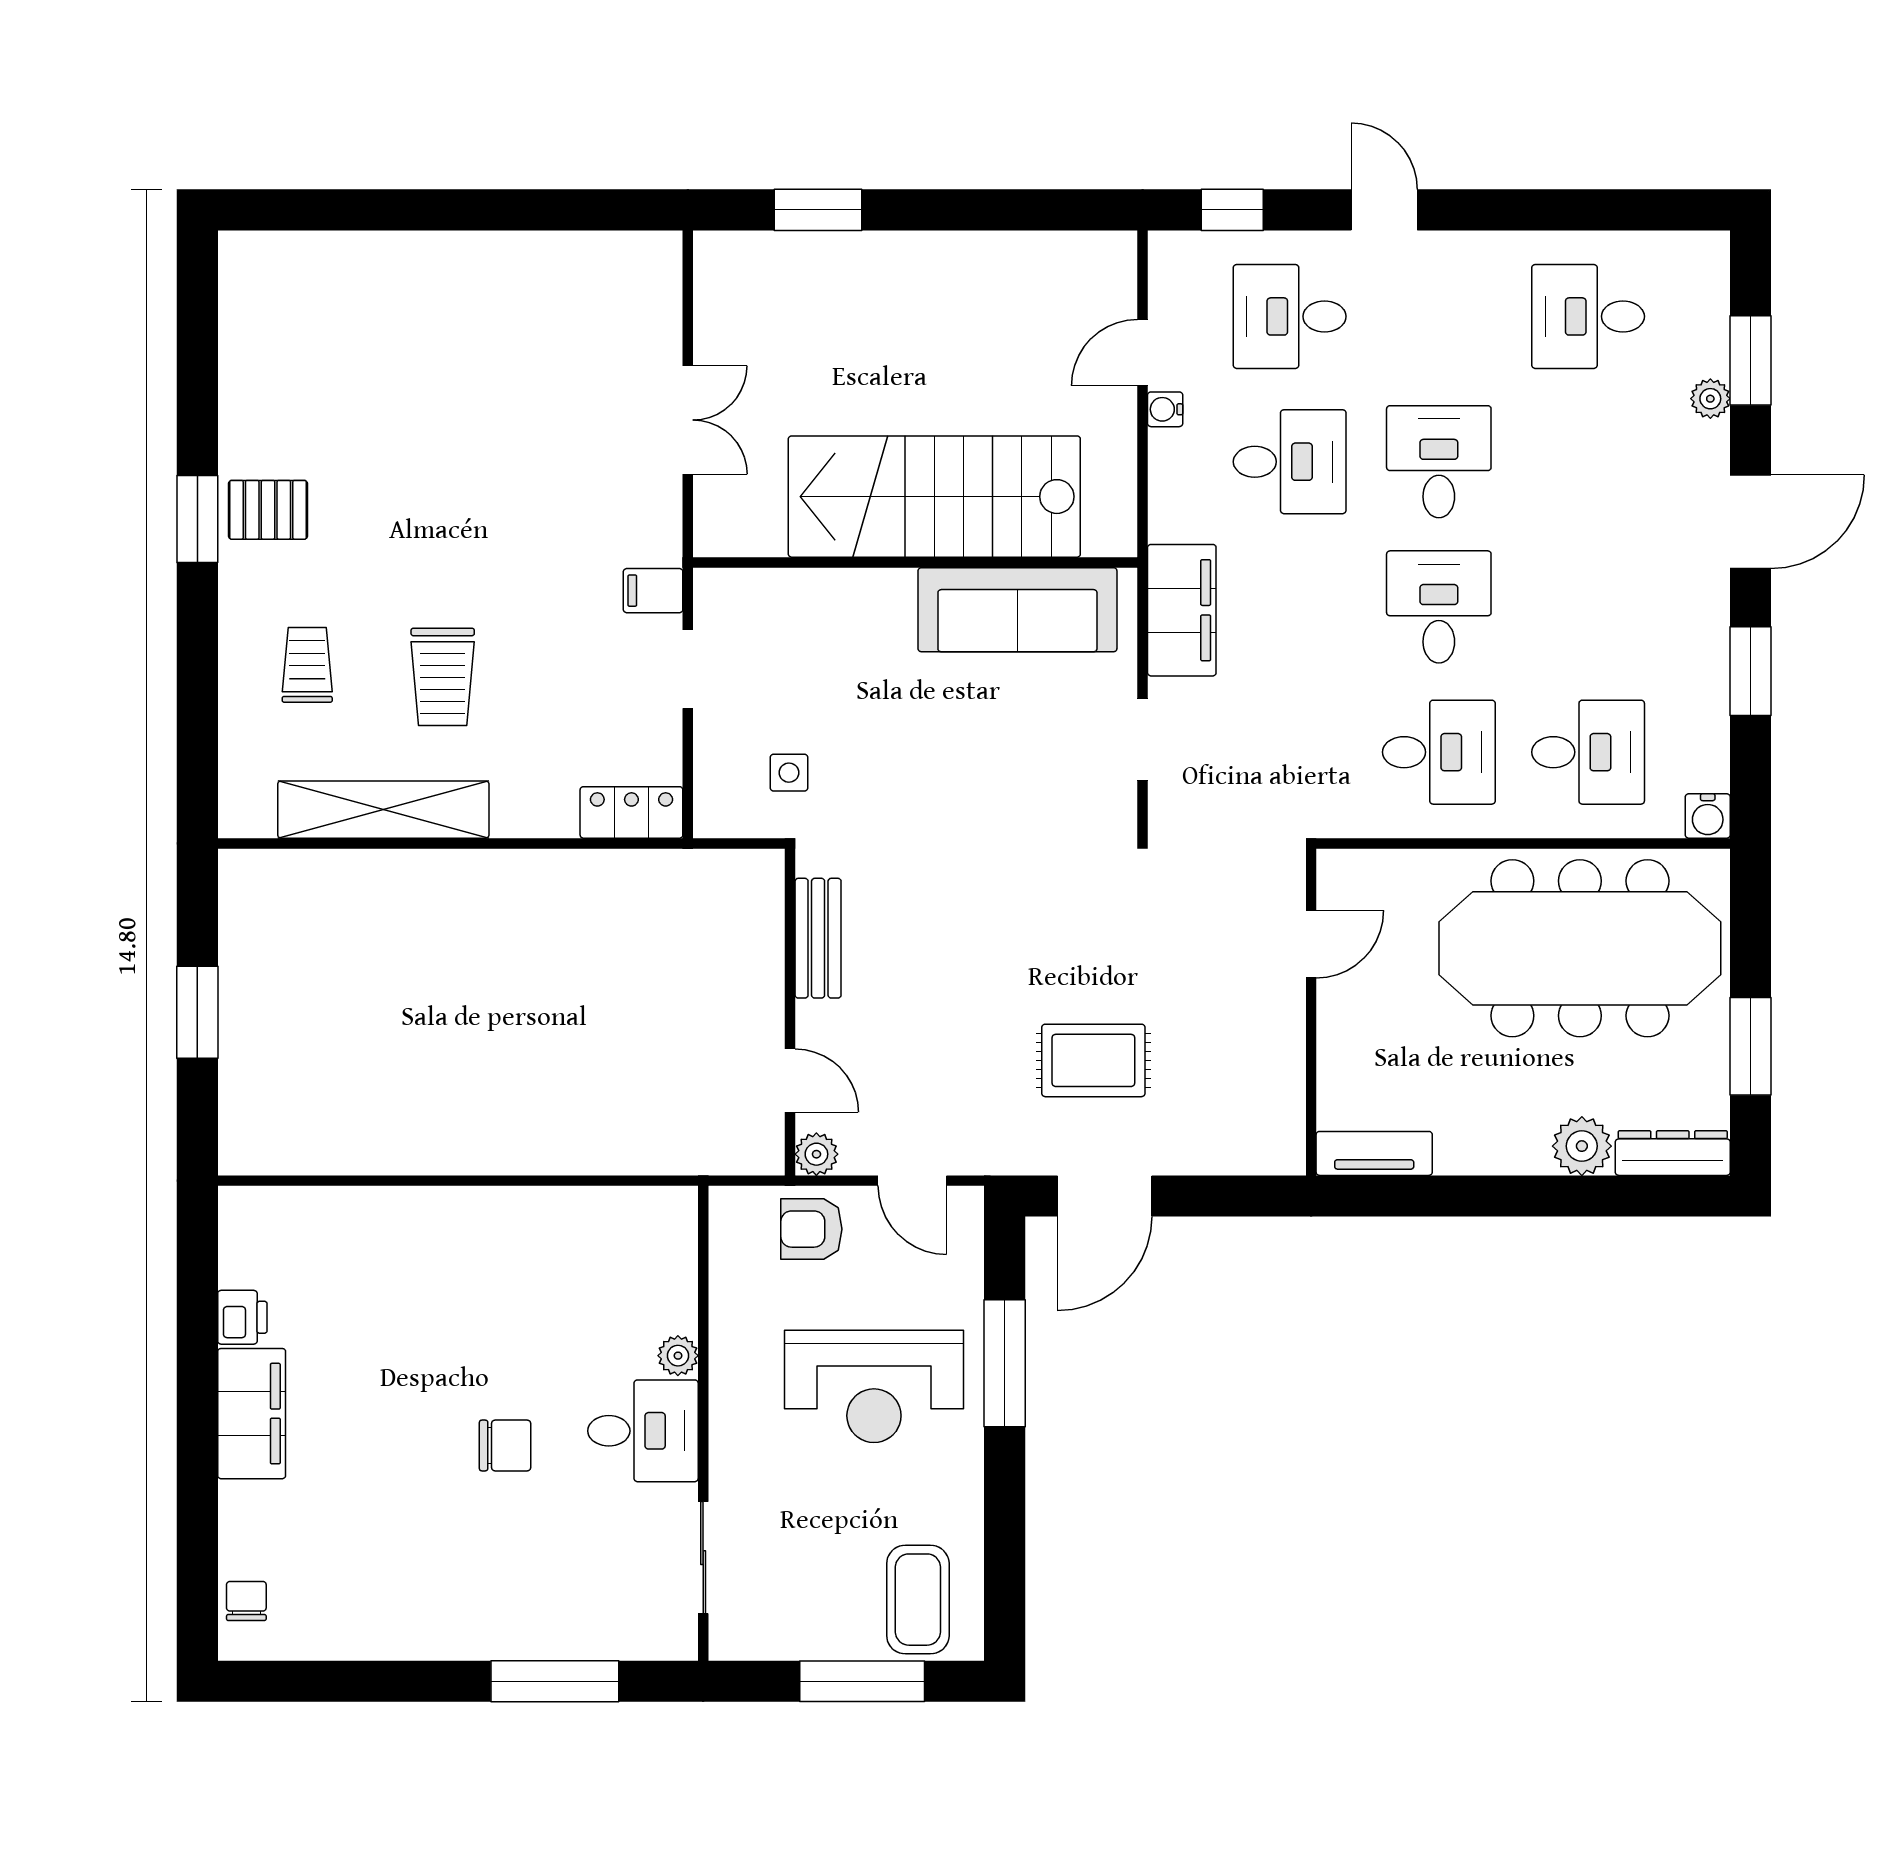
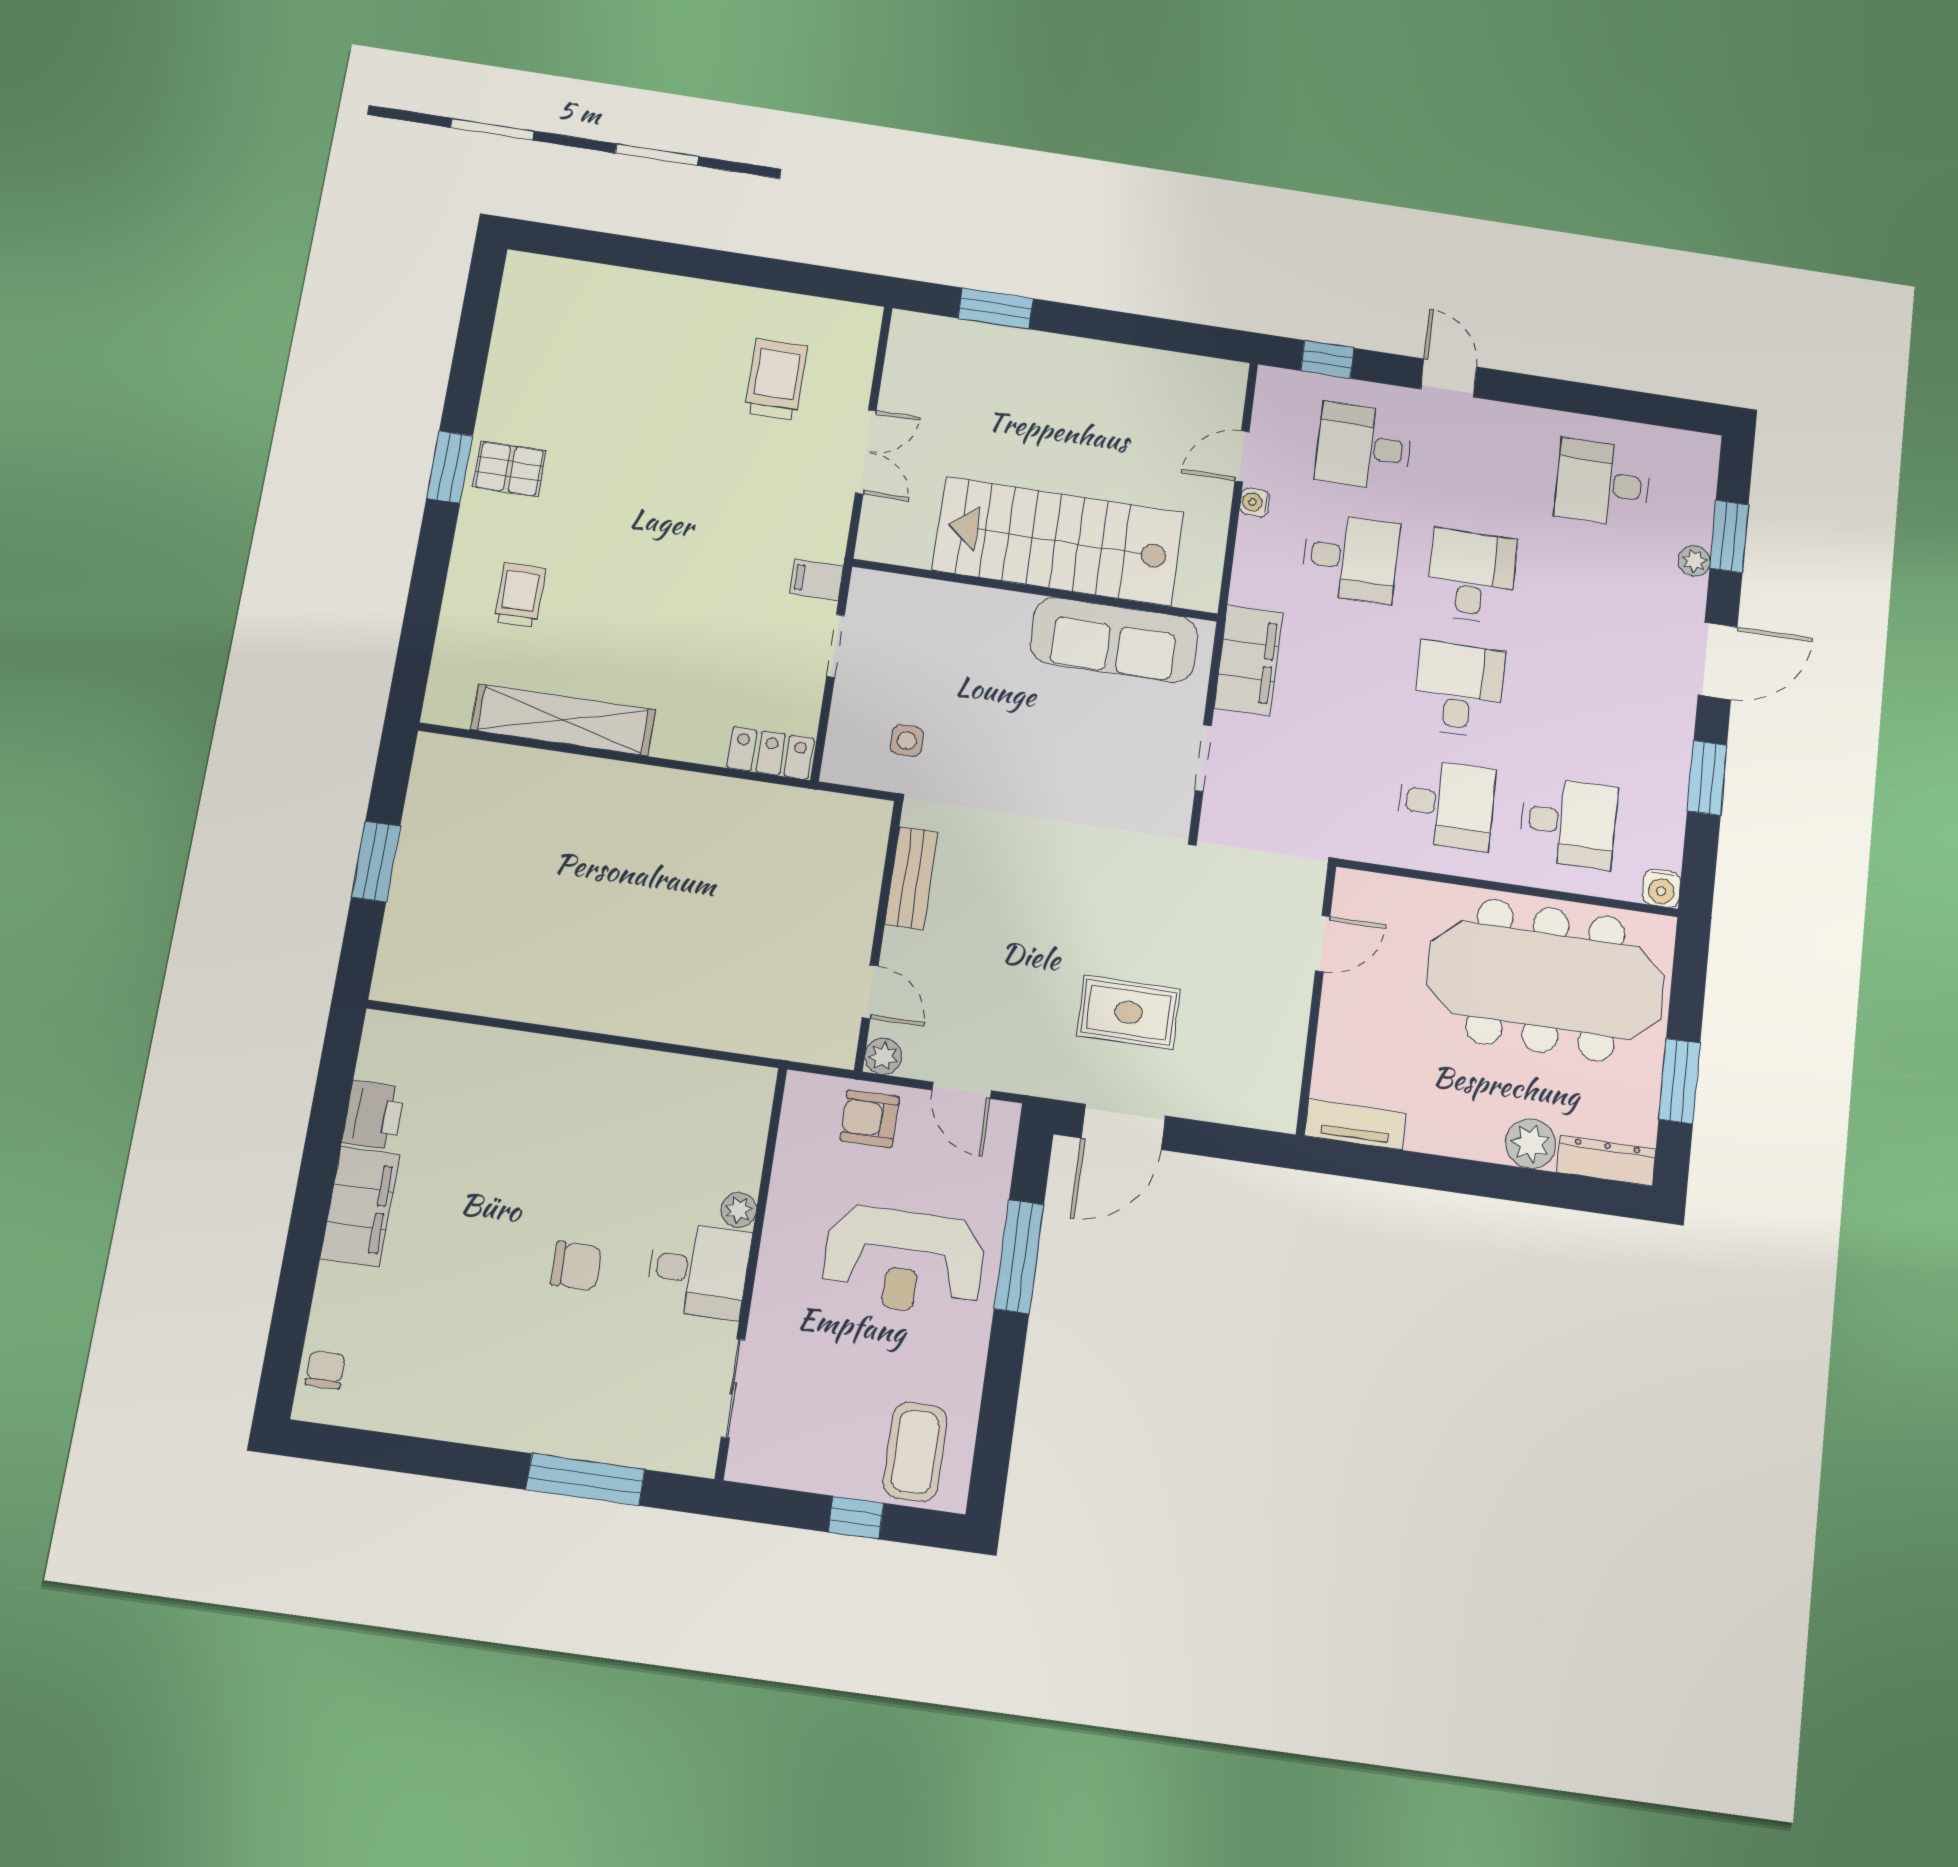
trolley: (443, 677) -> (776, 379), moved, turned 180
printer: (242, 1317) -> (374, 1115), width x1.36, depth x1.24
window: (862, 1681) -> (856, 1518), width x0.46

